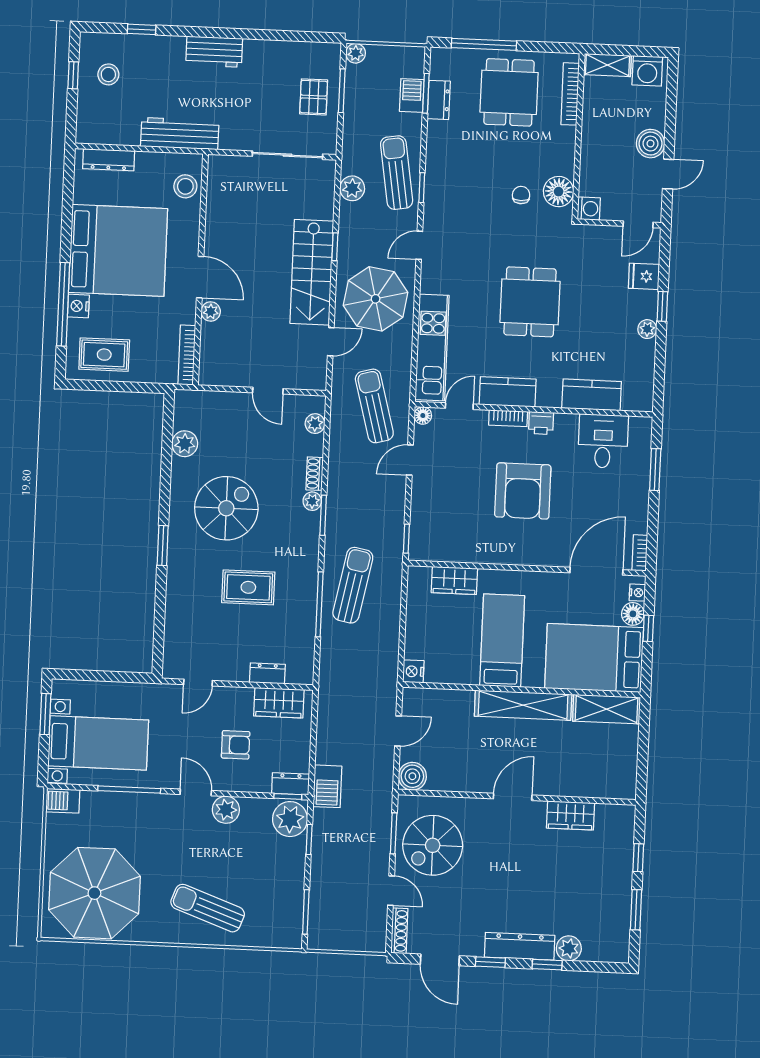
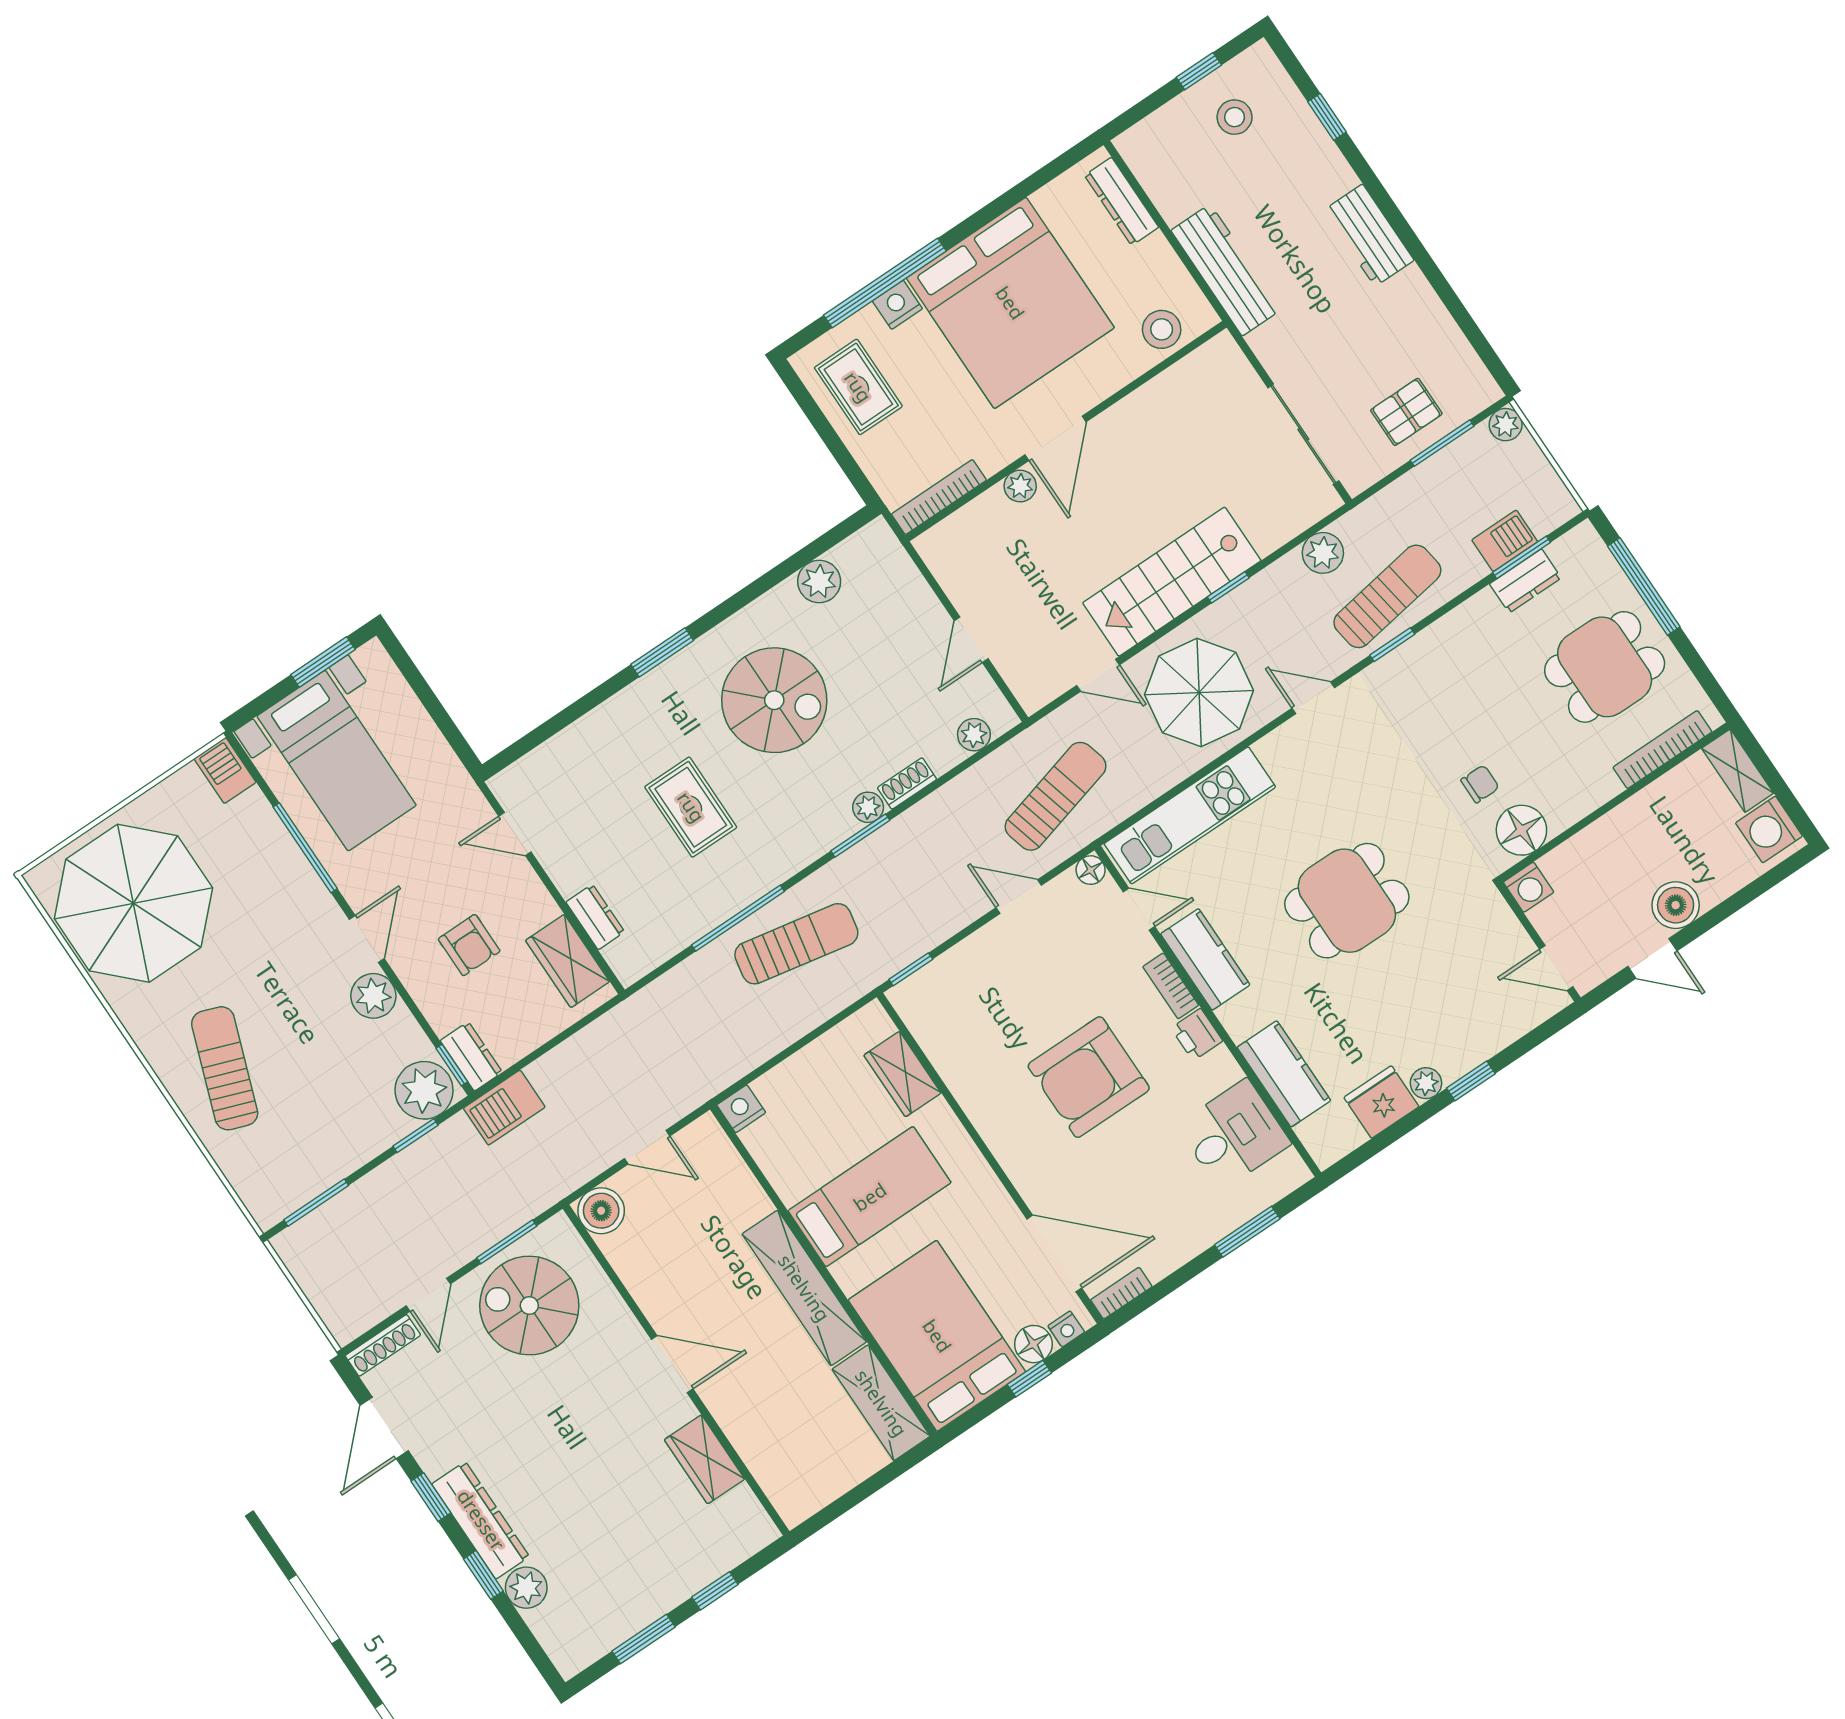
fridge: (644, 276) -> (1381, 1102), moved, width x1.38

